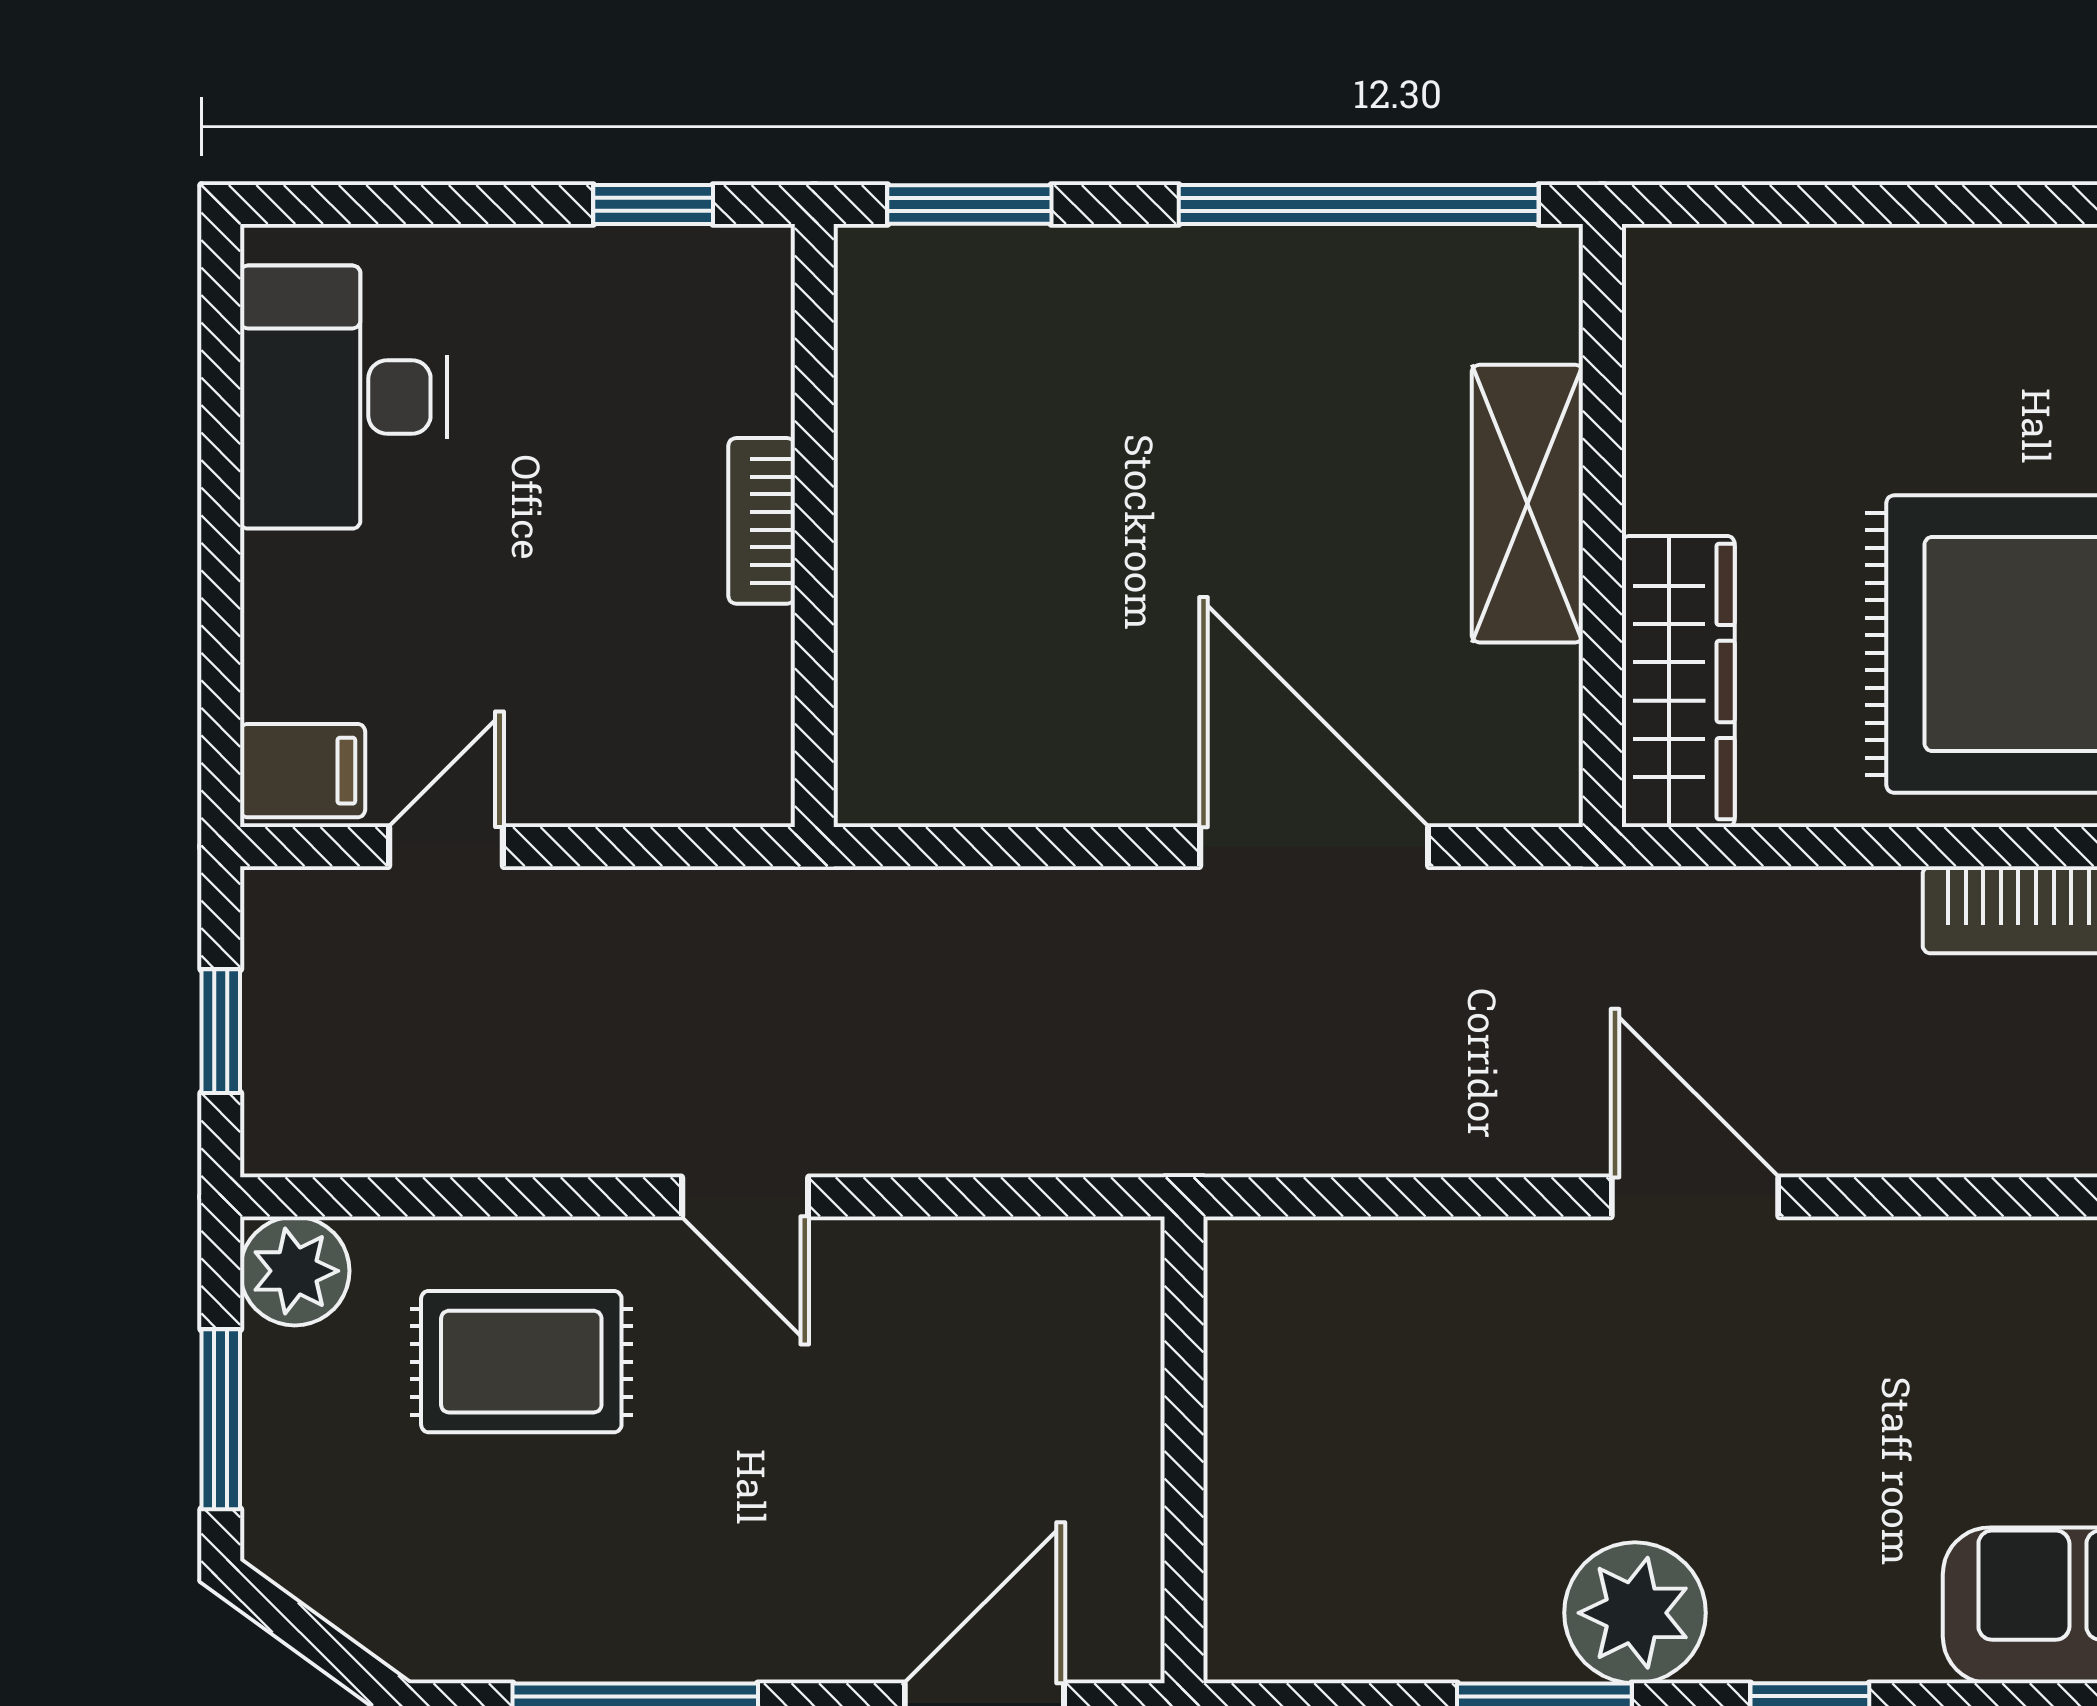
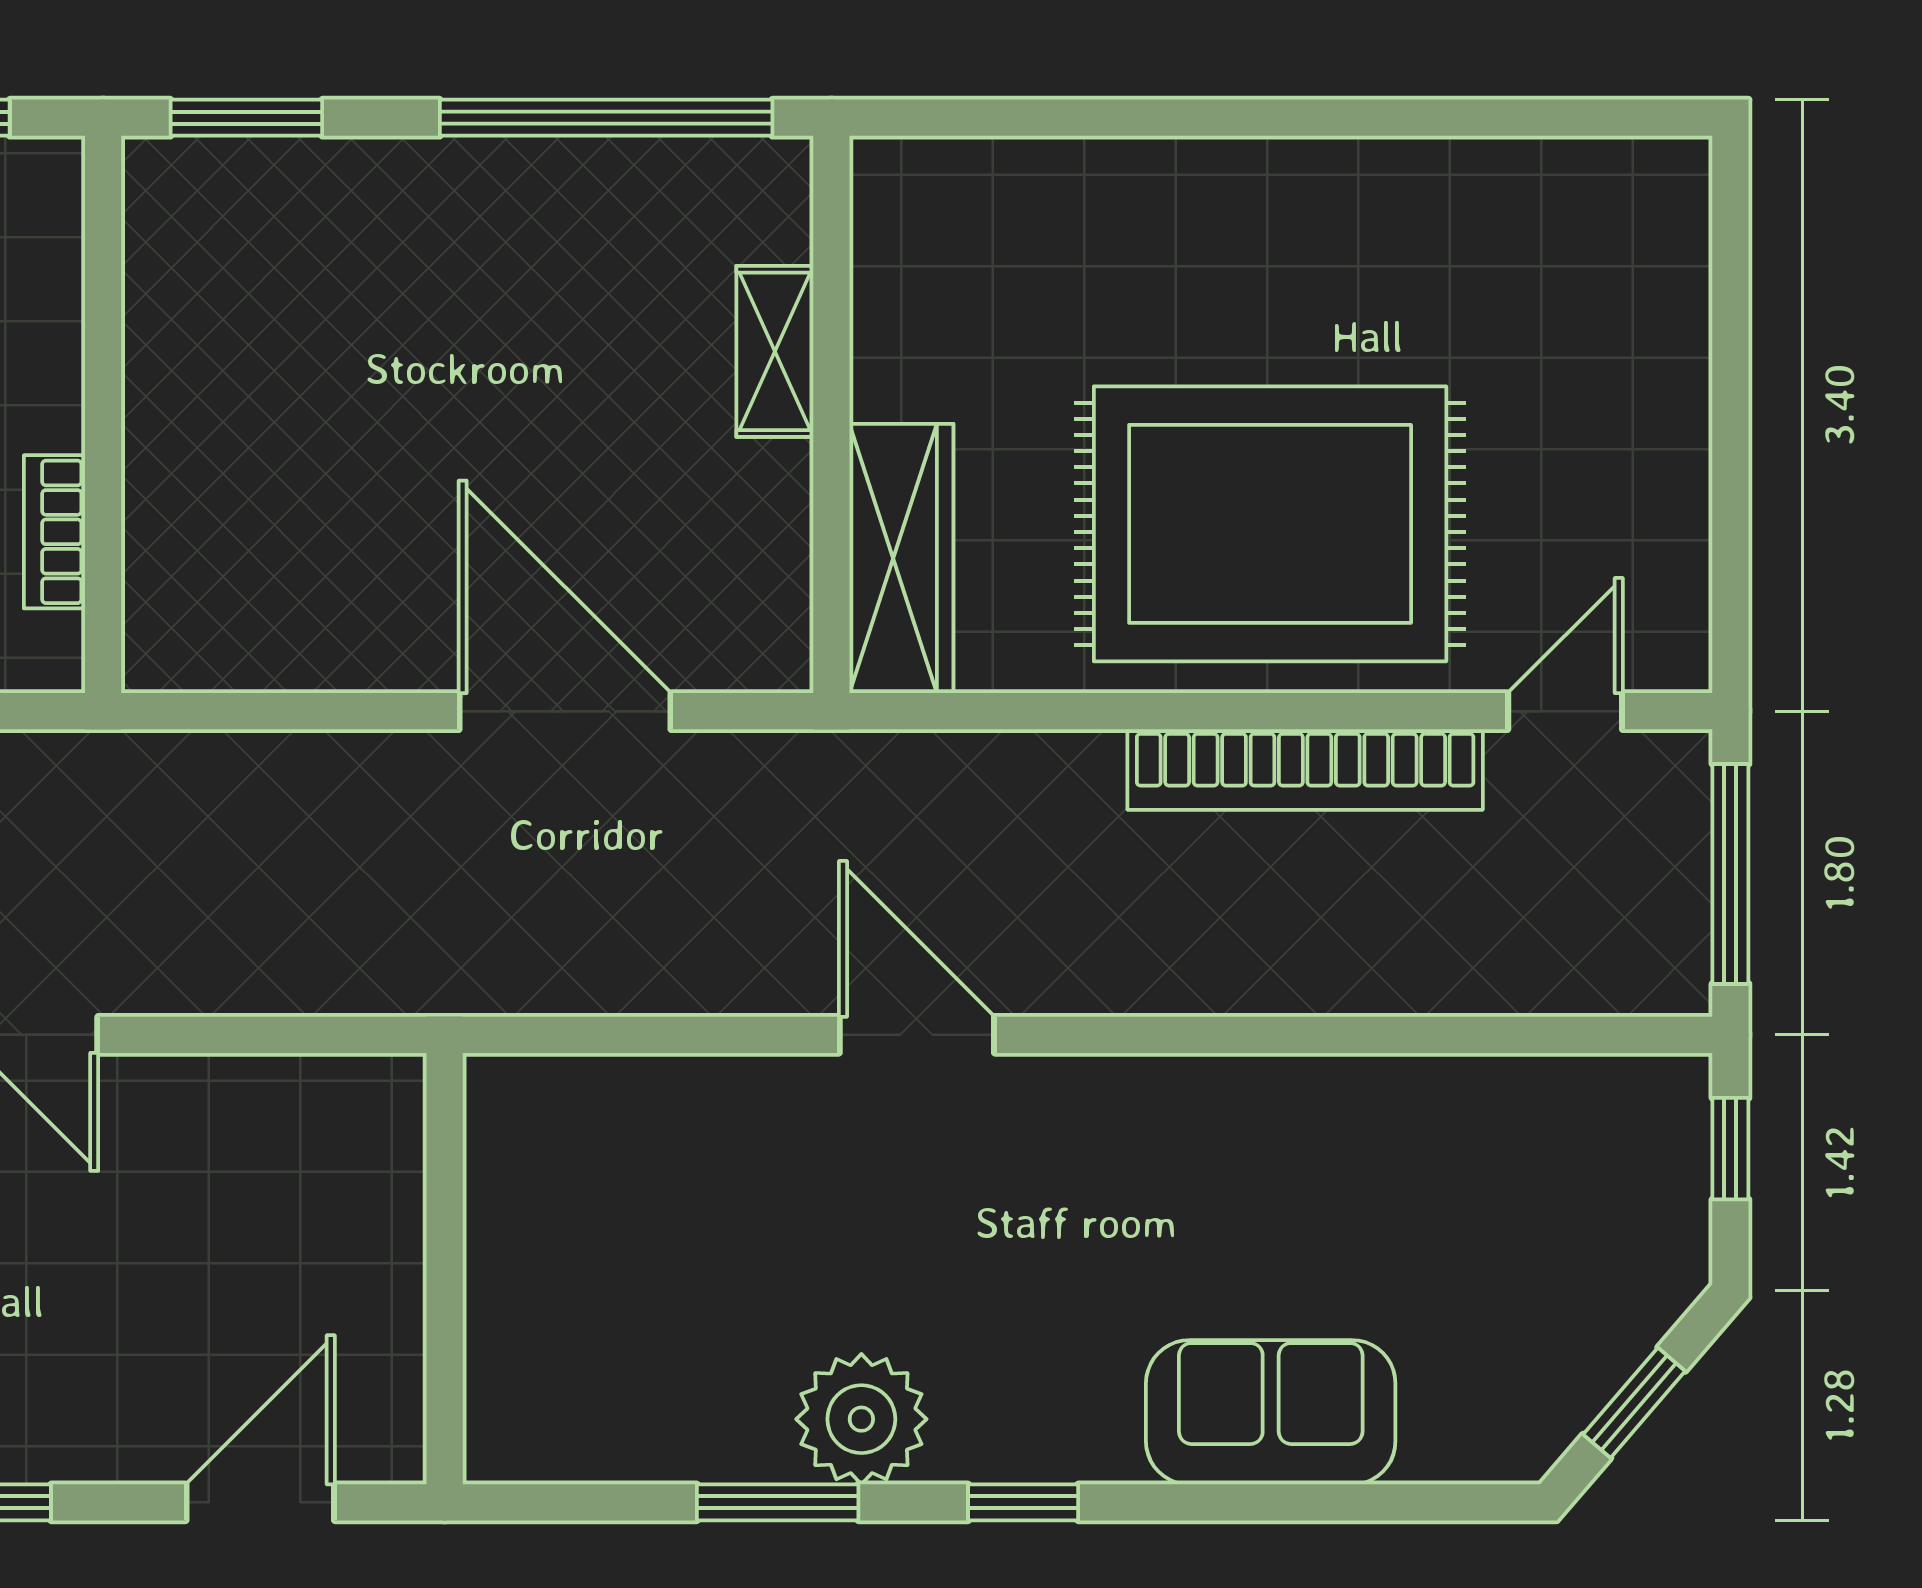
shelving: (1527, 504) -> (775, 351), width x0.67, depth x0.75
bookcase: (762, 521) -> (54, 532), moved

